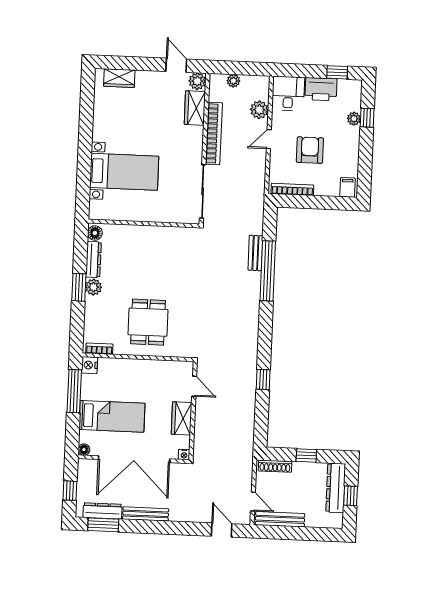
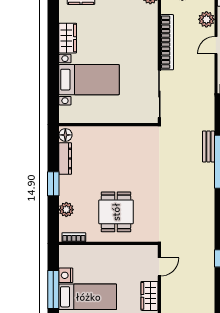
wardrobe: (195, 108) -> (68, 38), moved, turned 180
plant: (94, 287) -> (66, 210), moved
nightstand: (90, 365) -> (66, 275), moved
door: (194, 386) -> (159, 267), hinge flipped
window: (74, 391) -> (53, 289), moved

